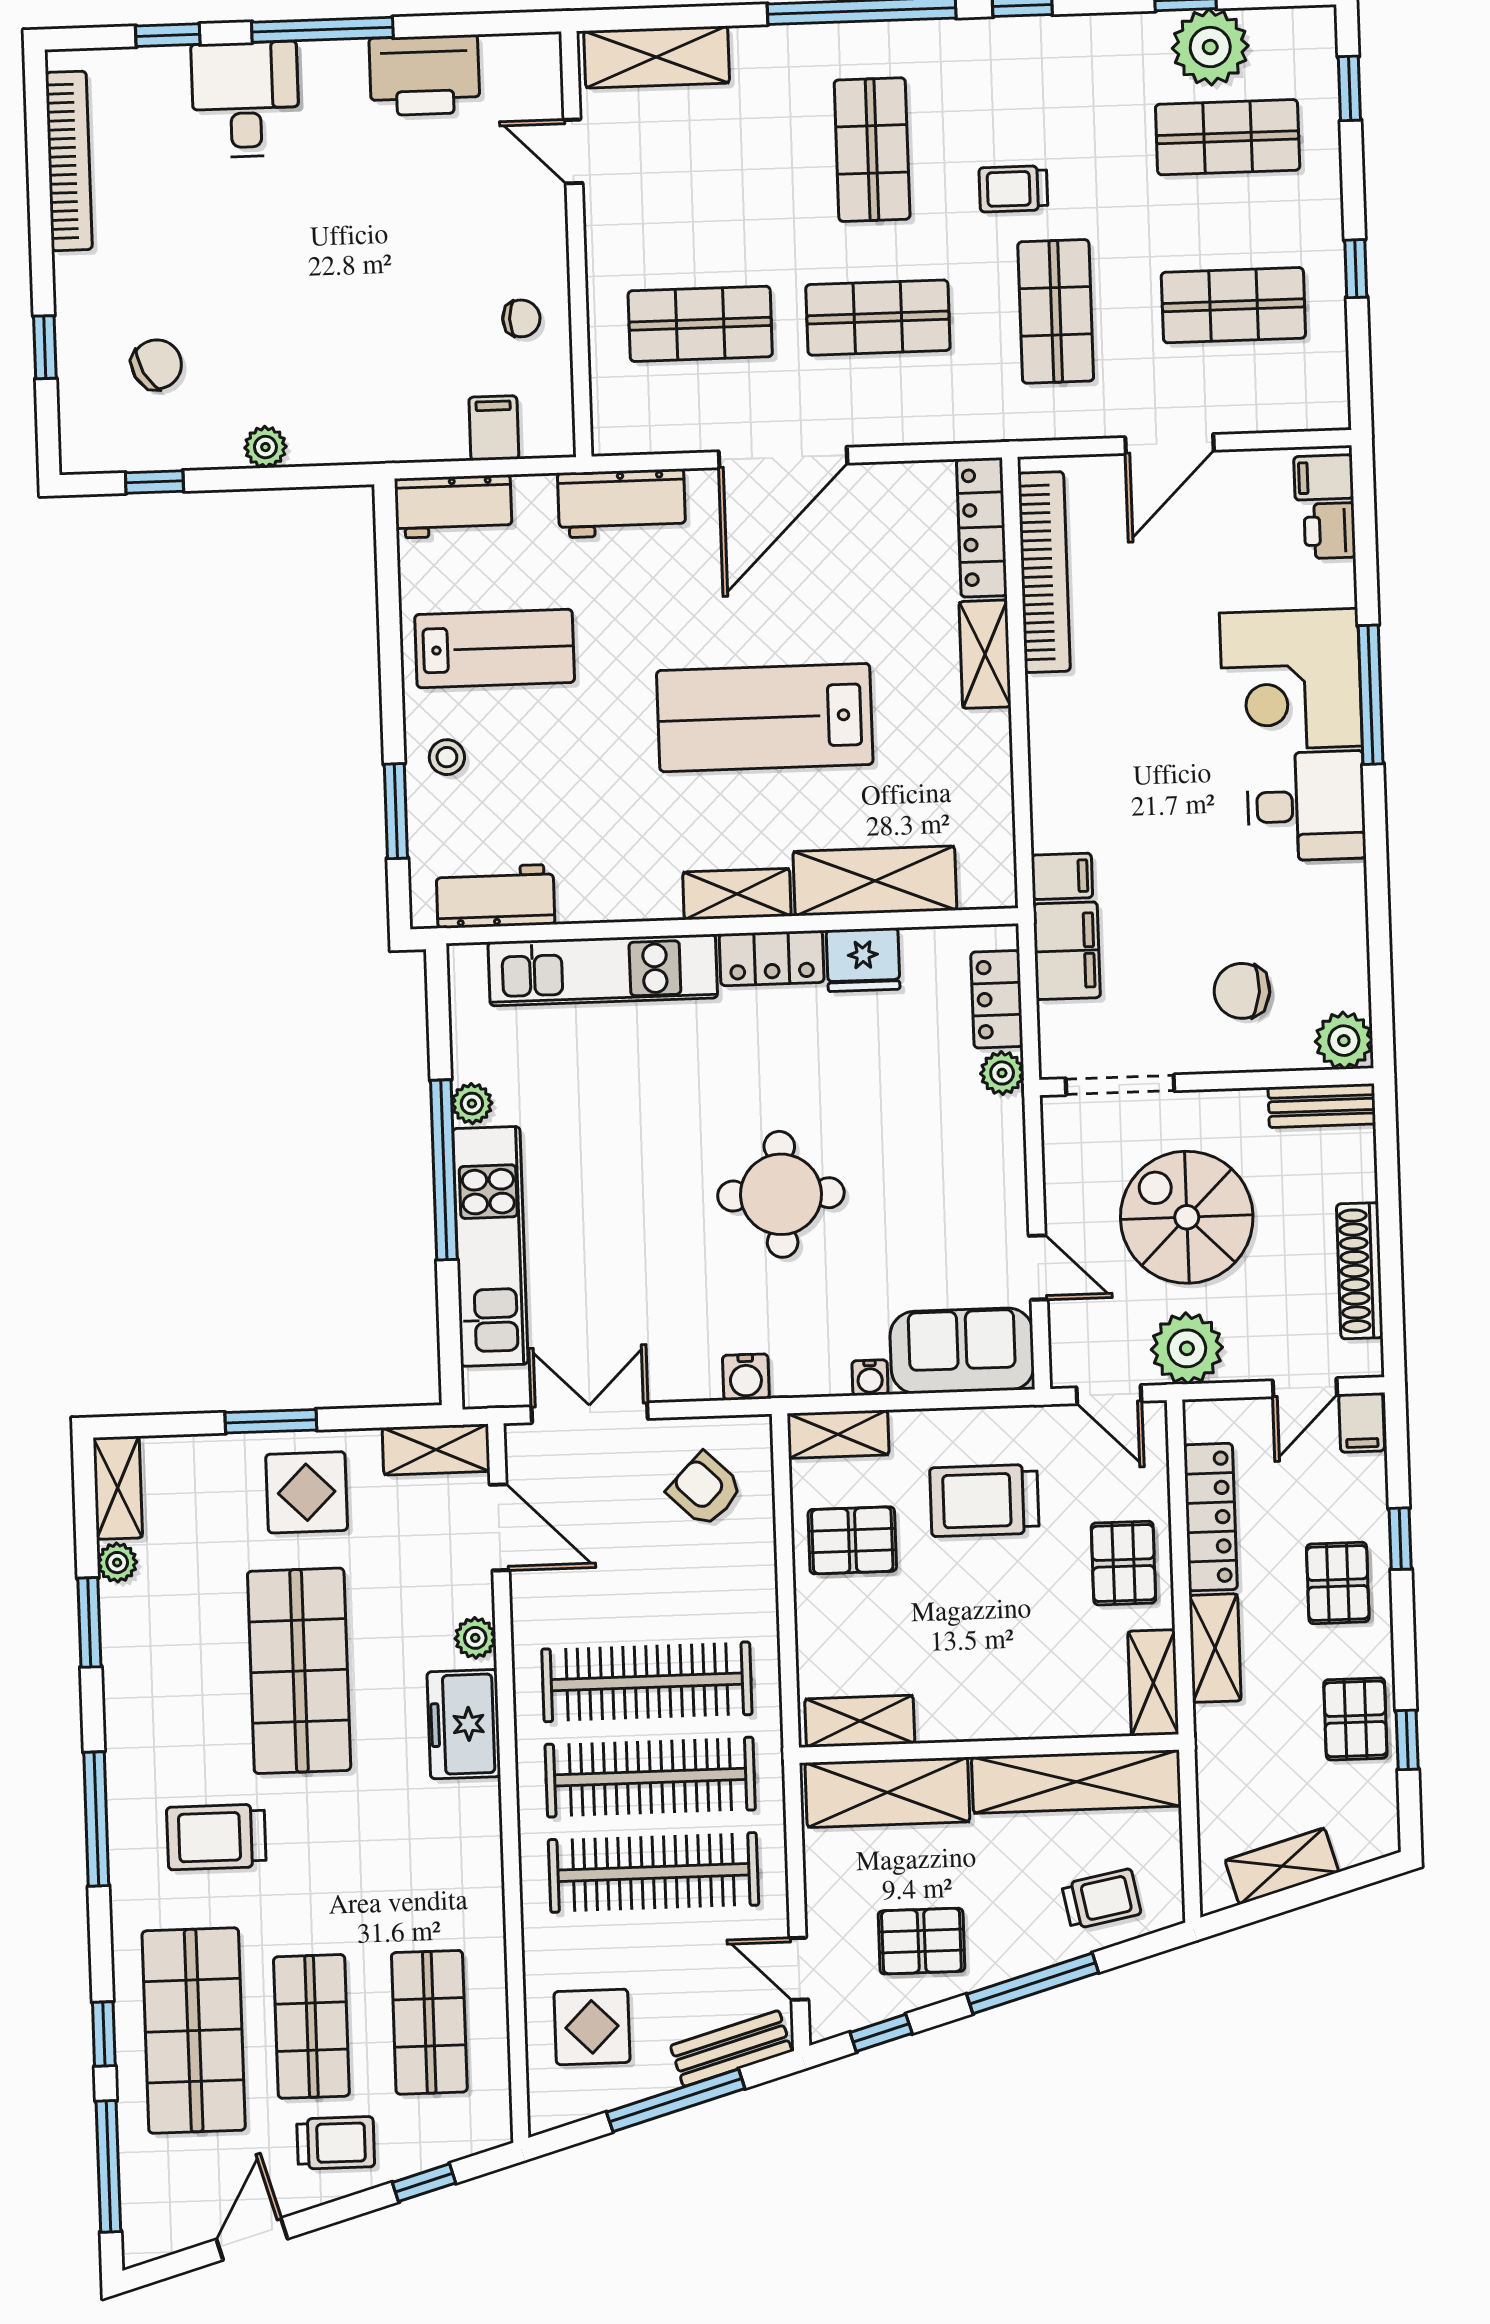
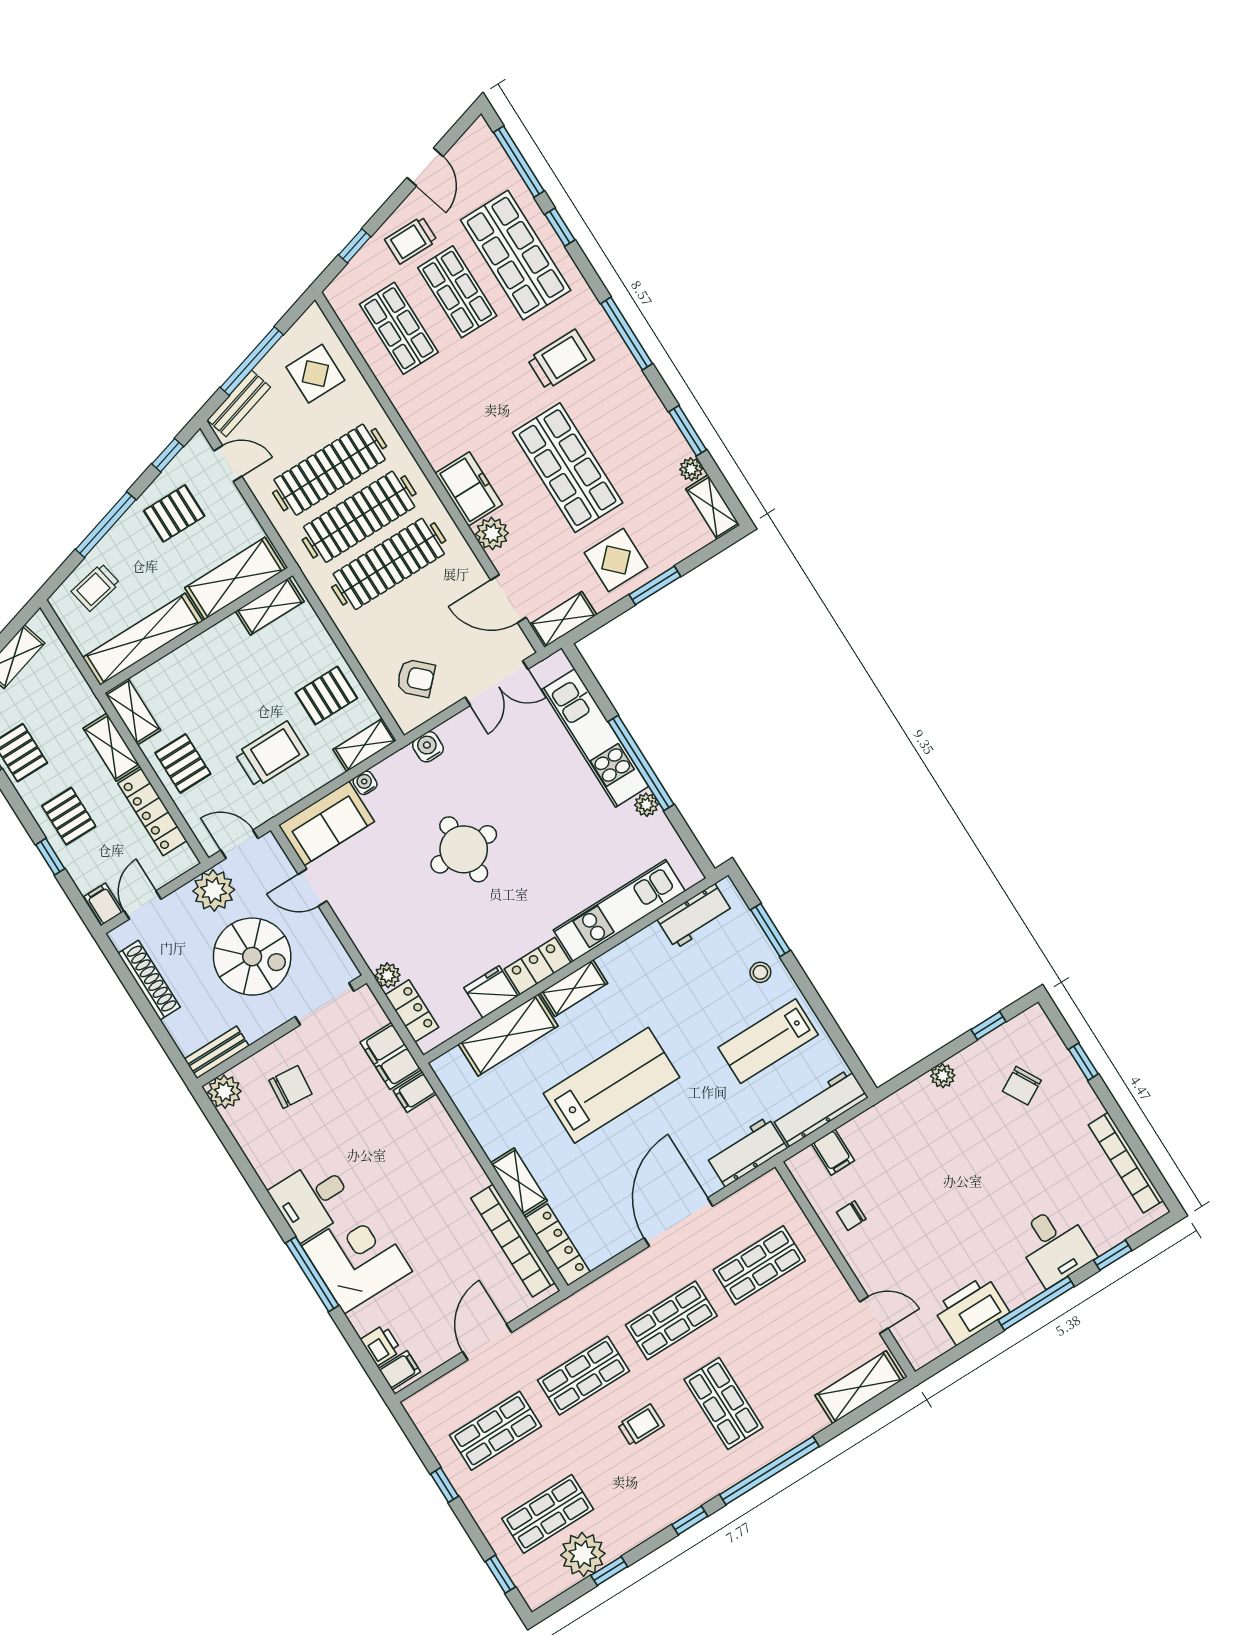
shop shelf: (1056, 311) -> (583, 1376), turned 90
workbench: (453, 507) -> (820, 1107), width x1.38
plant: (475, 1638) -> (492, 534), width x1.38, depth x1.38

